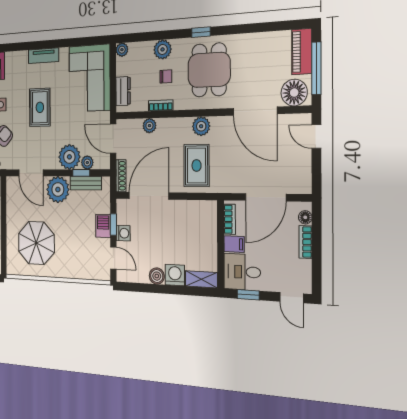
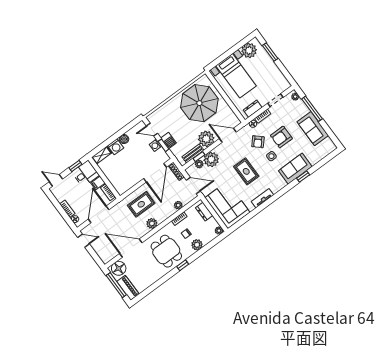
door: (316, 136) -> (83, 241), moved
rug: (197, 165) -> (141, 204), turned 90
parasol: (36, 243) -> (199, 103), width x1.36, depth x1.36

